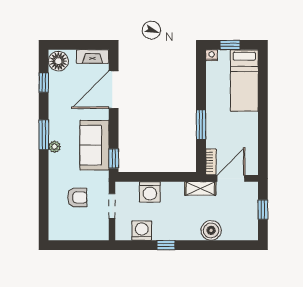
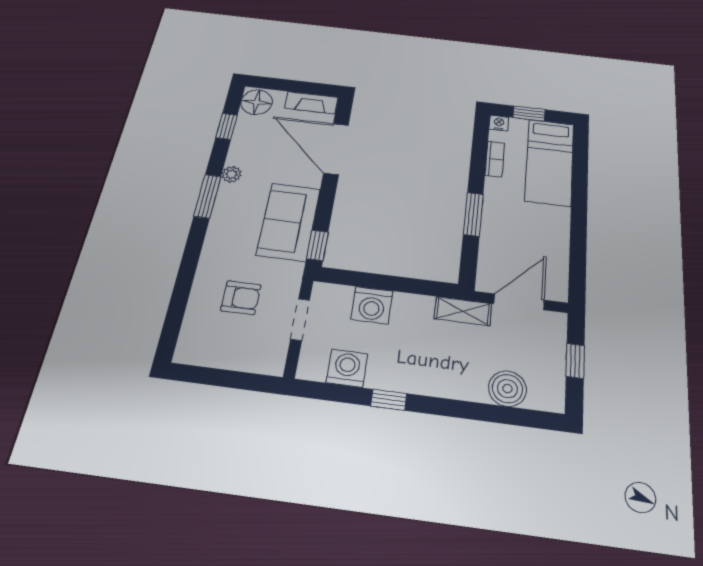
door: (114, 90) -> (336, 149), hinge flipped
plant: (54, 147) -> (232, 174), moved
bookcase: (211, 162) -> (495, 159), moved
boiler: (211, 230) -> (507, 389), moved

